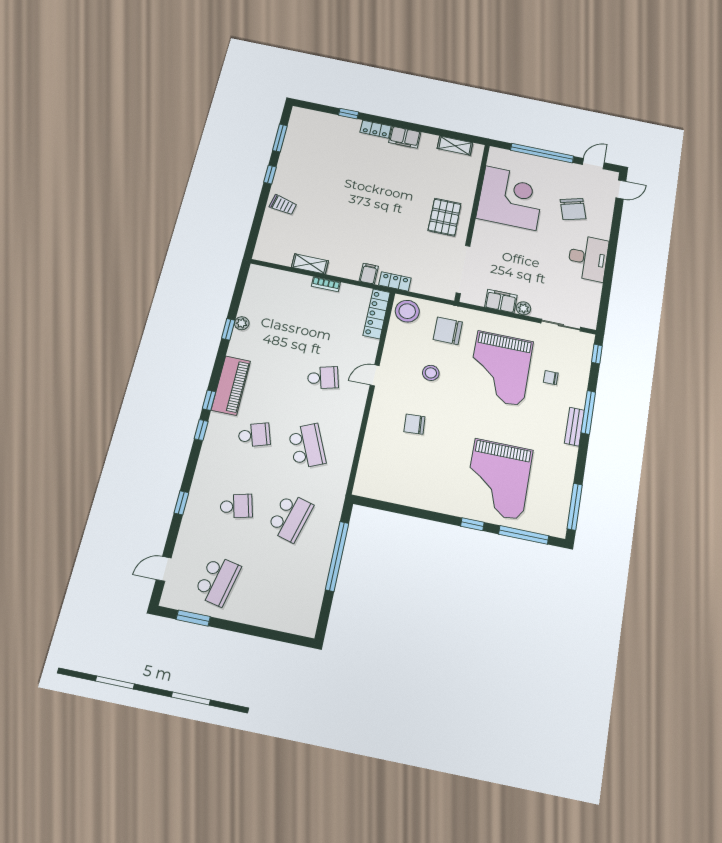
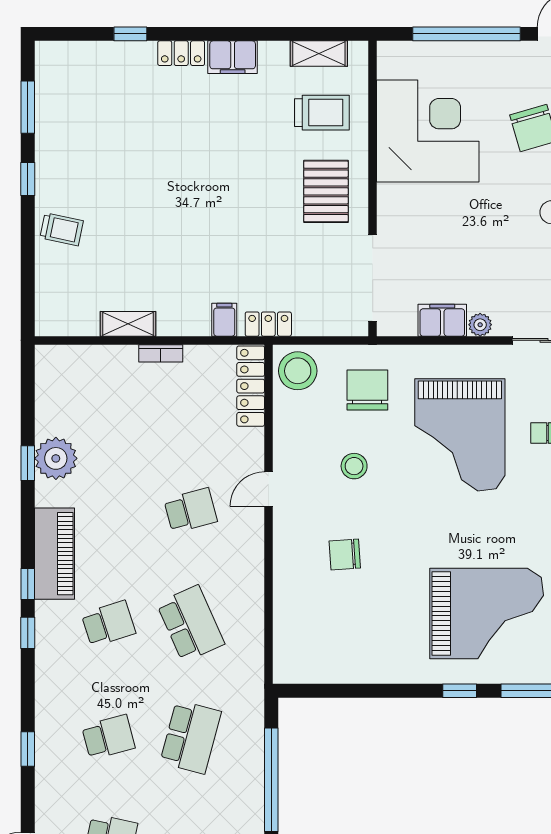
trolley: (451, 176) -> (322, 113), added
plant: (242, 323) -> (56, 458), width x1.87, depth x1.87
chair: (448, 331) -> (367, 390), turned 90
grand piano: (498, 479) -> (487, 613), turned -90

